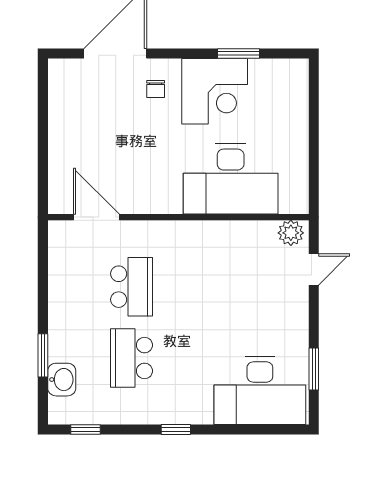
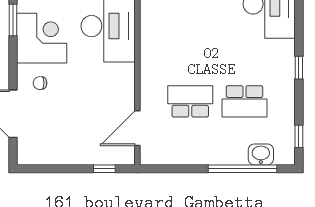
chair: (156, 89) -> (40, 83), turned 180
window: (43, 174) -> (104, 169), added
window: (43, 355) -> (243, 169), width x2.11

